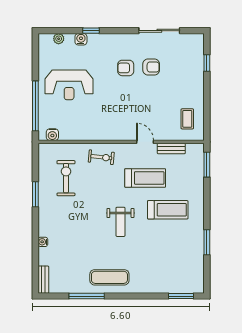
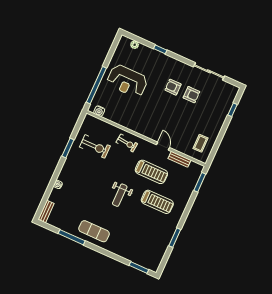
water cooler: (81, 39) -> (150, 52), removed
exercise bike: (66, 178) -> (95, 146), turned 90

